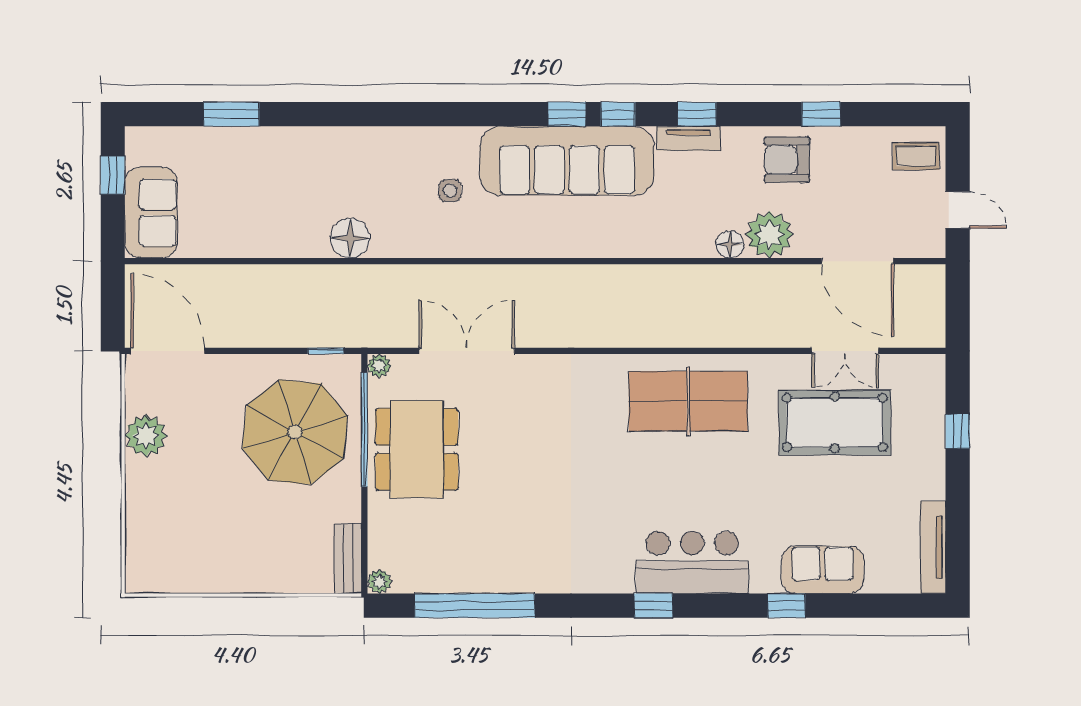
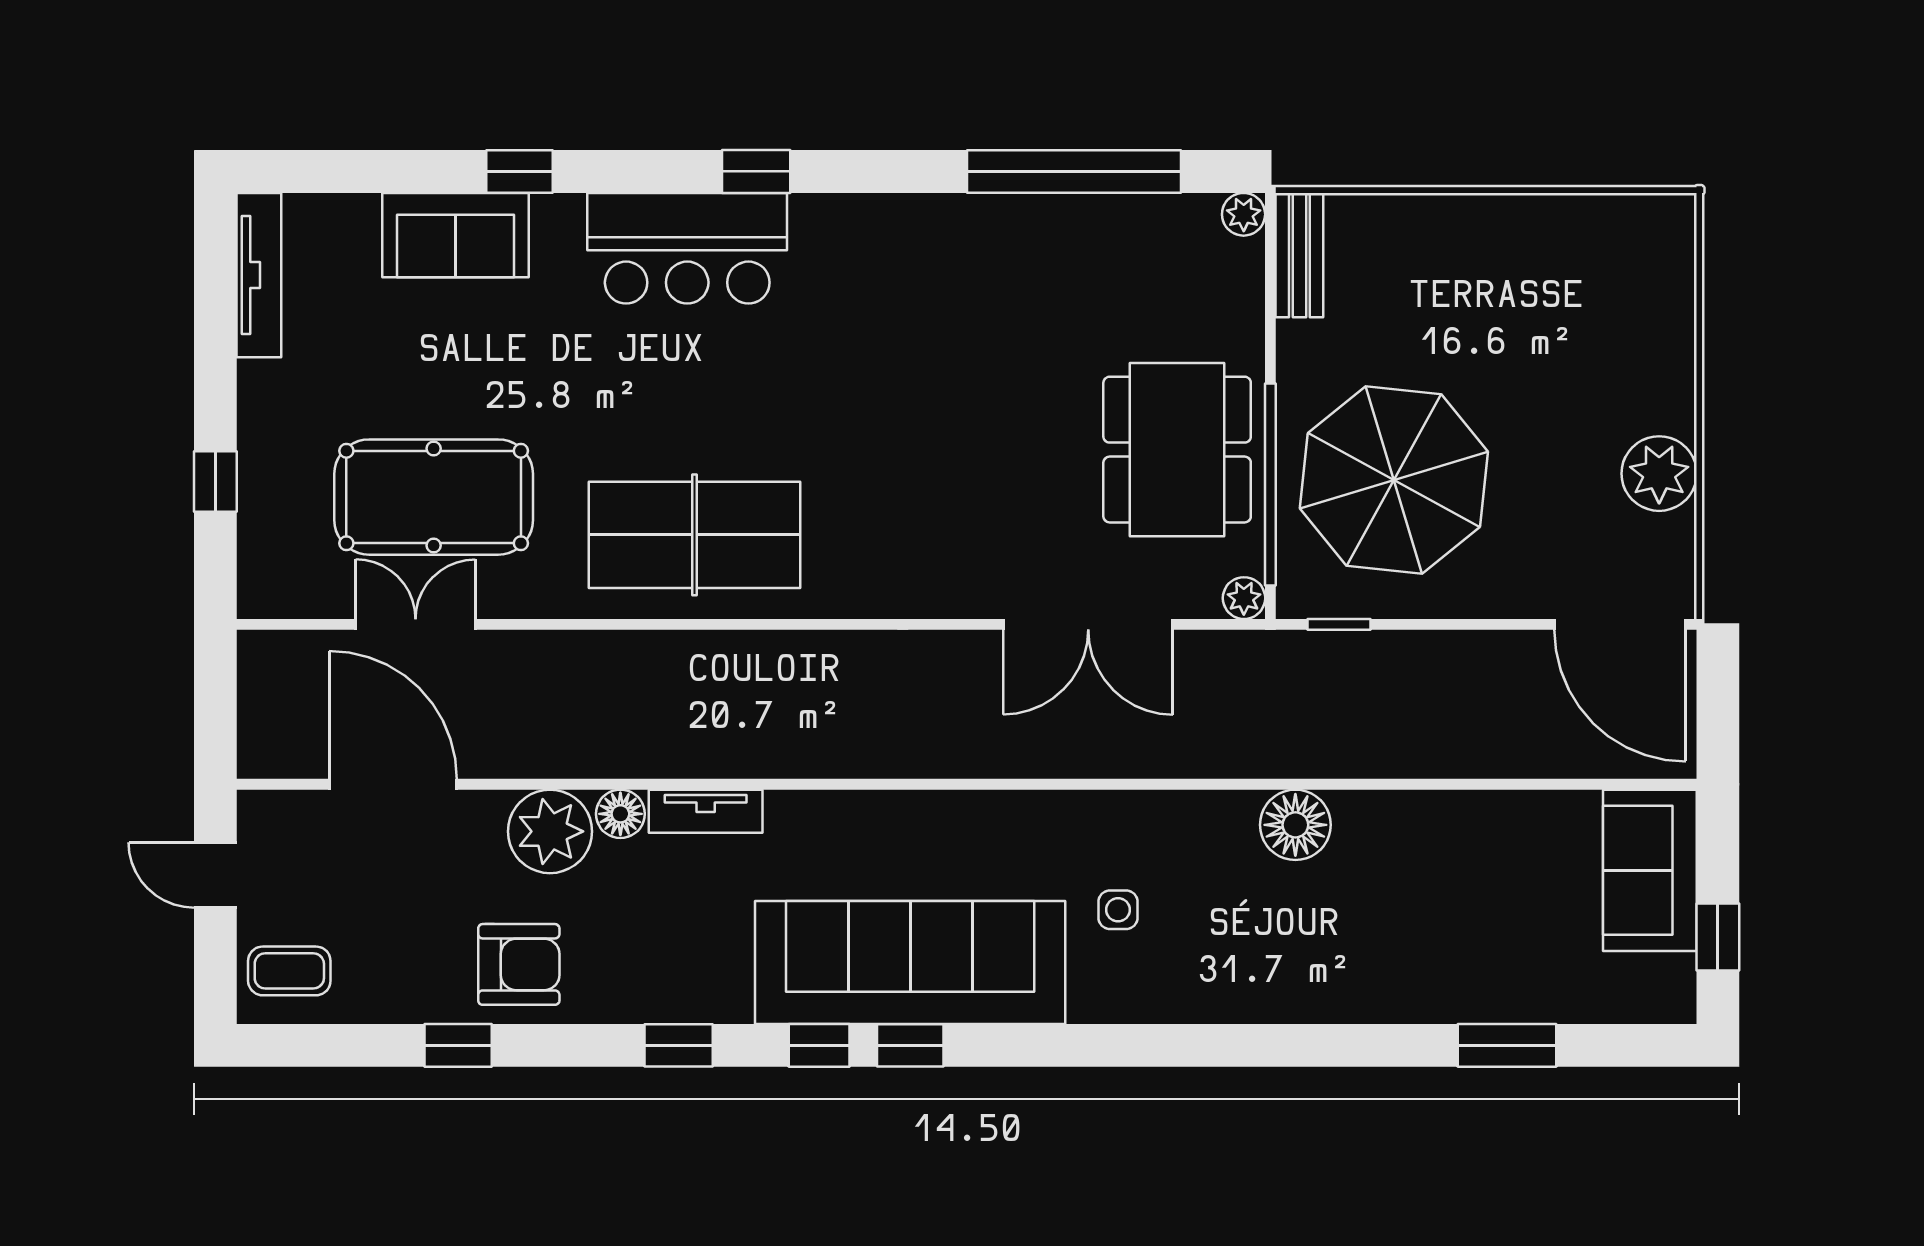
tv unit: (688, 138) -> (706, 811), moved, turned 180

